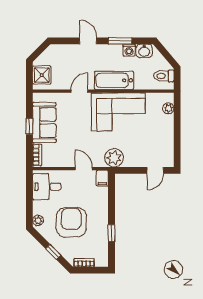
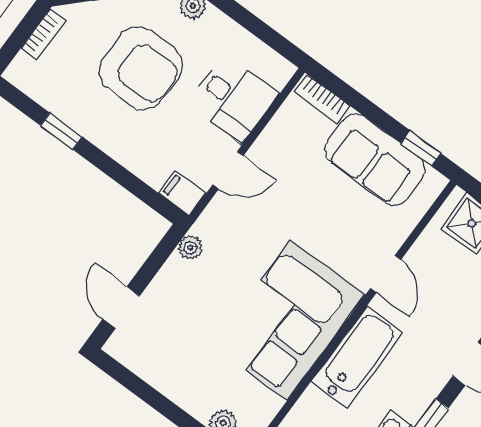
window: (29, 126) -> (421, 148), moved
plant: (114, 158) -> (190, 248), width x0.53, depth x0.53
desk: (47, 187) -> (233, 99), moved, turned 90

